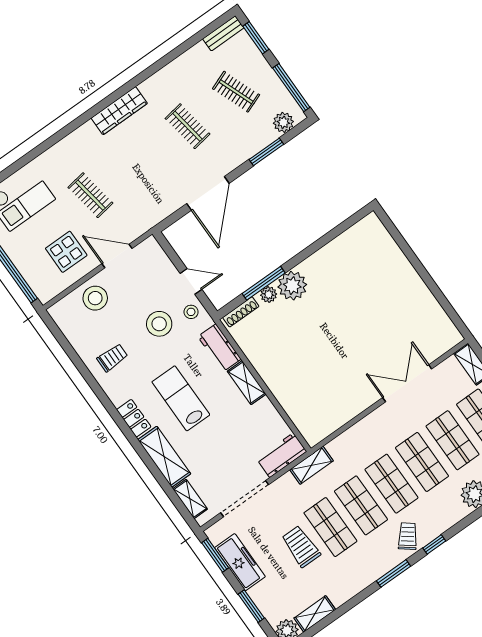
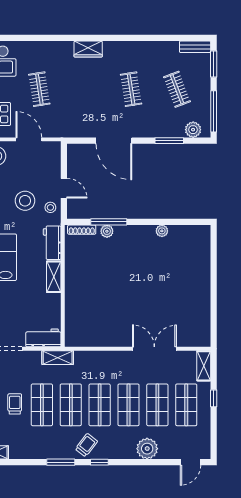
wardrobe: (119, 111) -> (88, 49), width x0.67
door: (208, 193) -> (114, 141), hinge flipped
plant: (292, 286) -> (162, 231), moved, width x0.53, depth x0.53
trolley: (301, 546) -> (15, 404), width x0.73, depth x0.72

